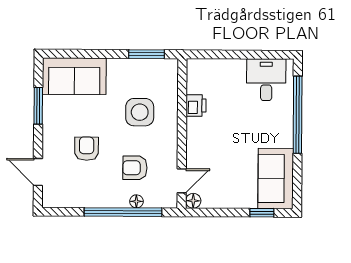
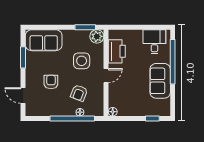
plant: (166, 70) -> (97, 36), added
printer: (196, 105) -> (117, 51), width x1.87, depth x1.48
armchair: (135, 168) -> (79, 93), turned -69
sofa: (276, 178) -> (160, 81), moved
door: (182, 181) -> (106, 76), moved

